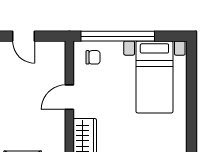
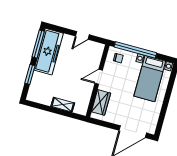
door: (24, 36) -> (82, 35), hinge flipped

